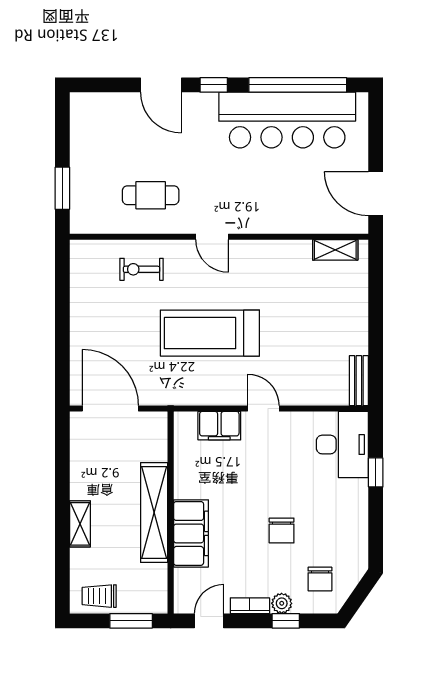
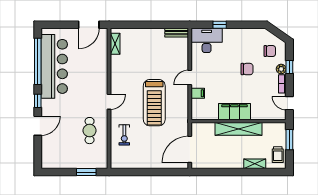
filing cabinet: (219, 426) -> (198, 93), width x0.50
shelving: (80, 524) -> (255, 164), moved
filing cabinet: (191, 533) -> (234, 112), moved

